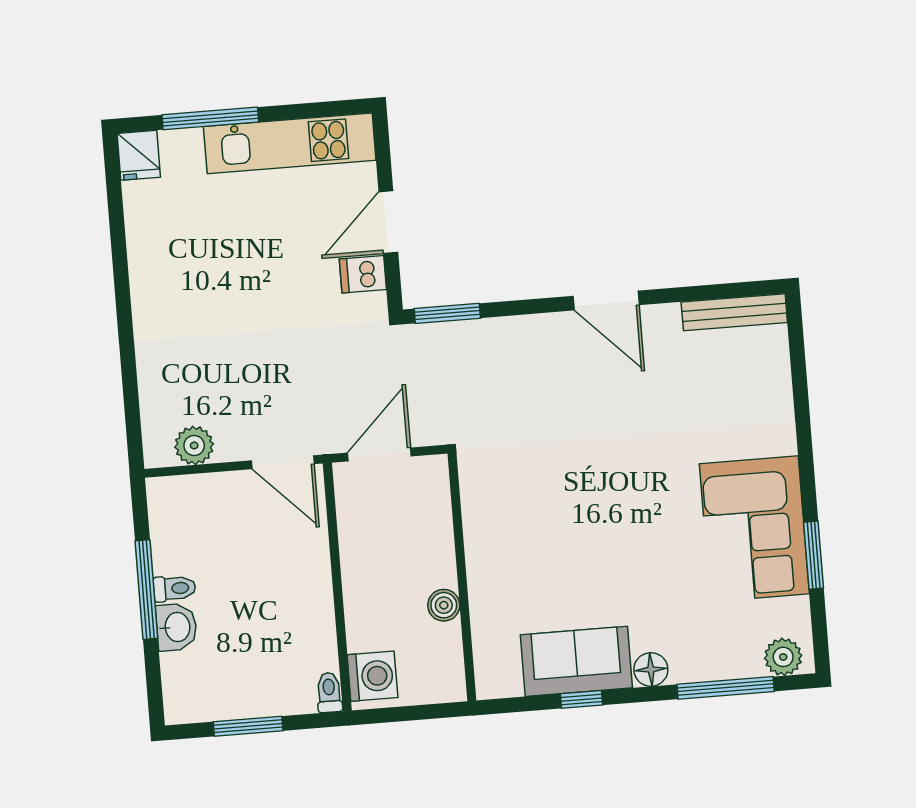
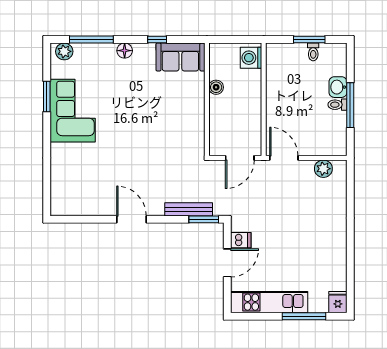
bench: (734, 312) -> (189, 209), moved
sofa: (576, 661) -> (180, 57), moved
toilet: (329, 692) -> (313, 52), moved

